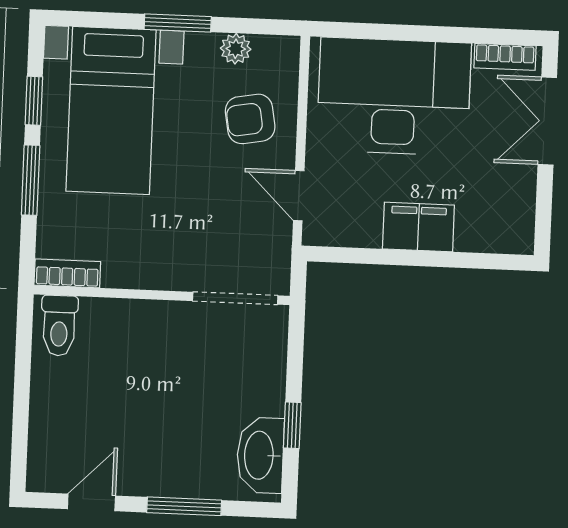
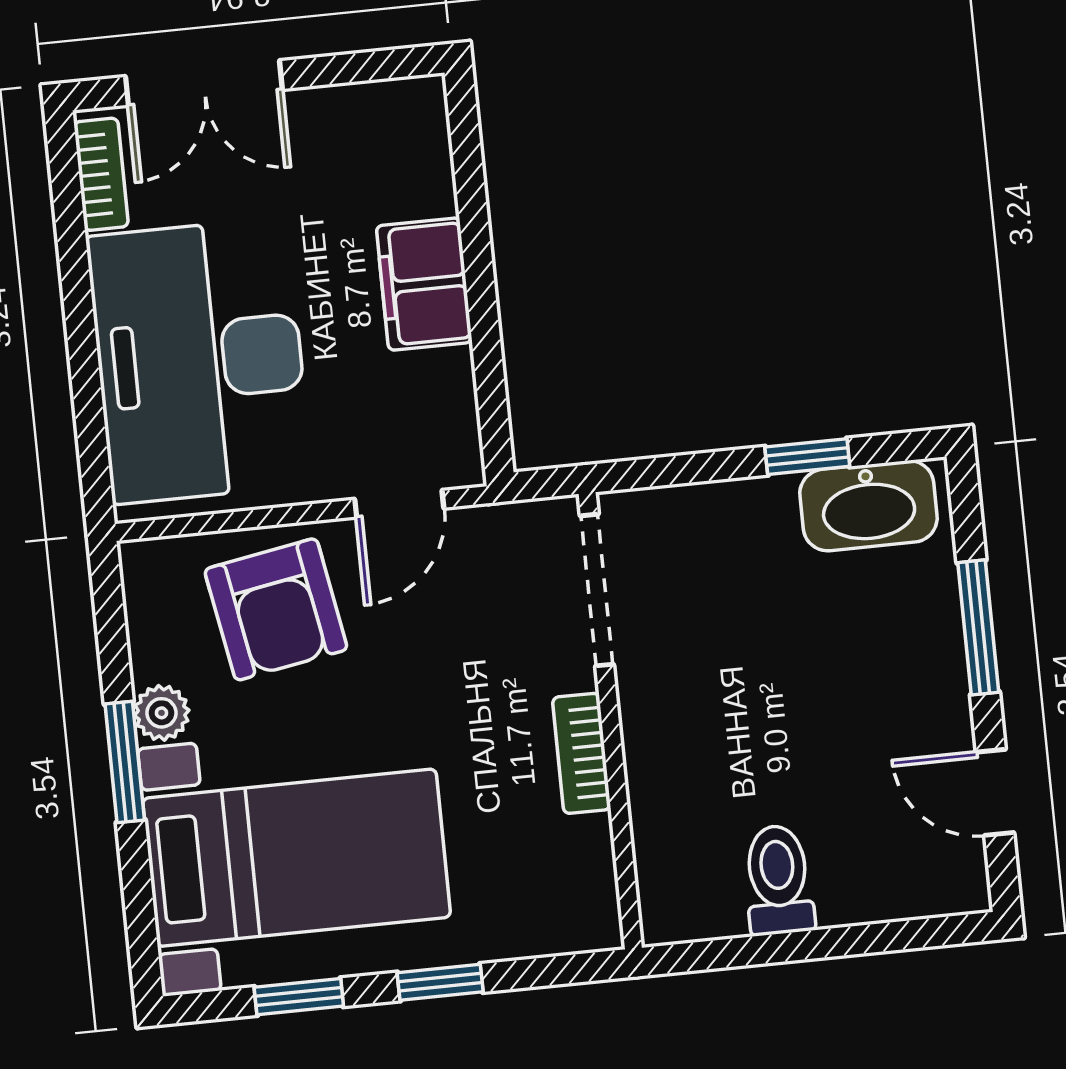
plant: (236, 49) -> (162, 713), moved
armchair: (250, 119) -> (276, 609), width x1.38, depth x1.38
window: (31, 180) -> (440, 982), width x0.67
bookcase: (67, 273) -> (582, 753), moved
toilet: (59, 326) -> (778, 880), moved, turned -90

